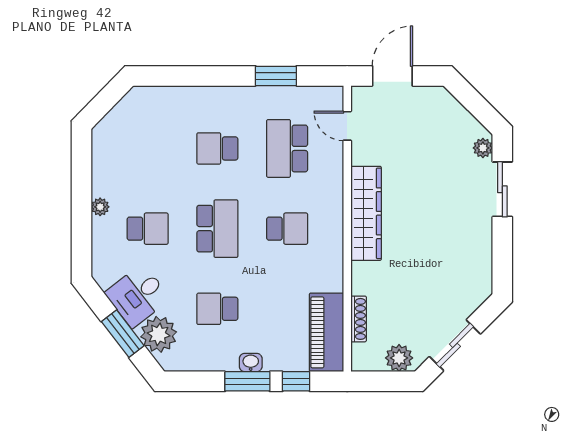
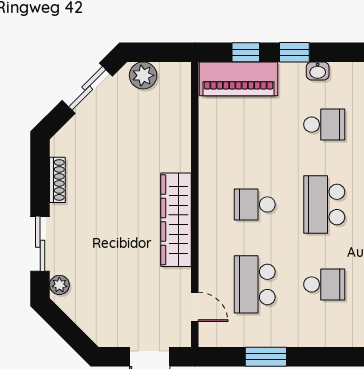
school desk: (287, 148) -> (255, 284), turned 180
shoe rack: (359, 319) -> (57, 180), moved, turned 180
piano: (327, 332) -> (239, 79), moved, turned 90
washbasin: (251, 362) -> (318, 71), moved
window: (247, 381) -> (294, 52), width x0.67

